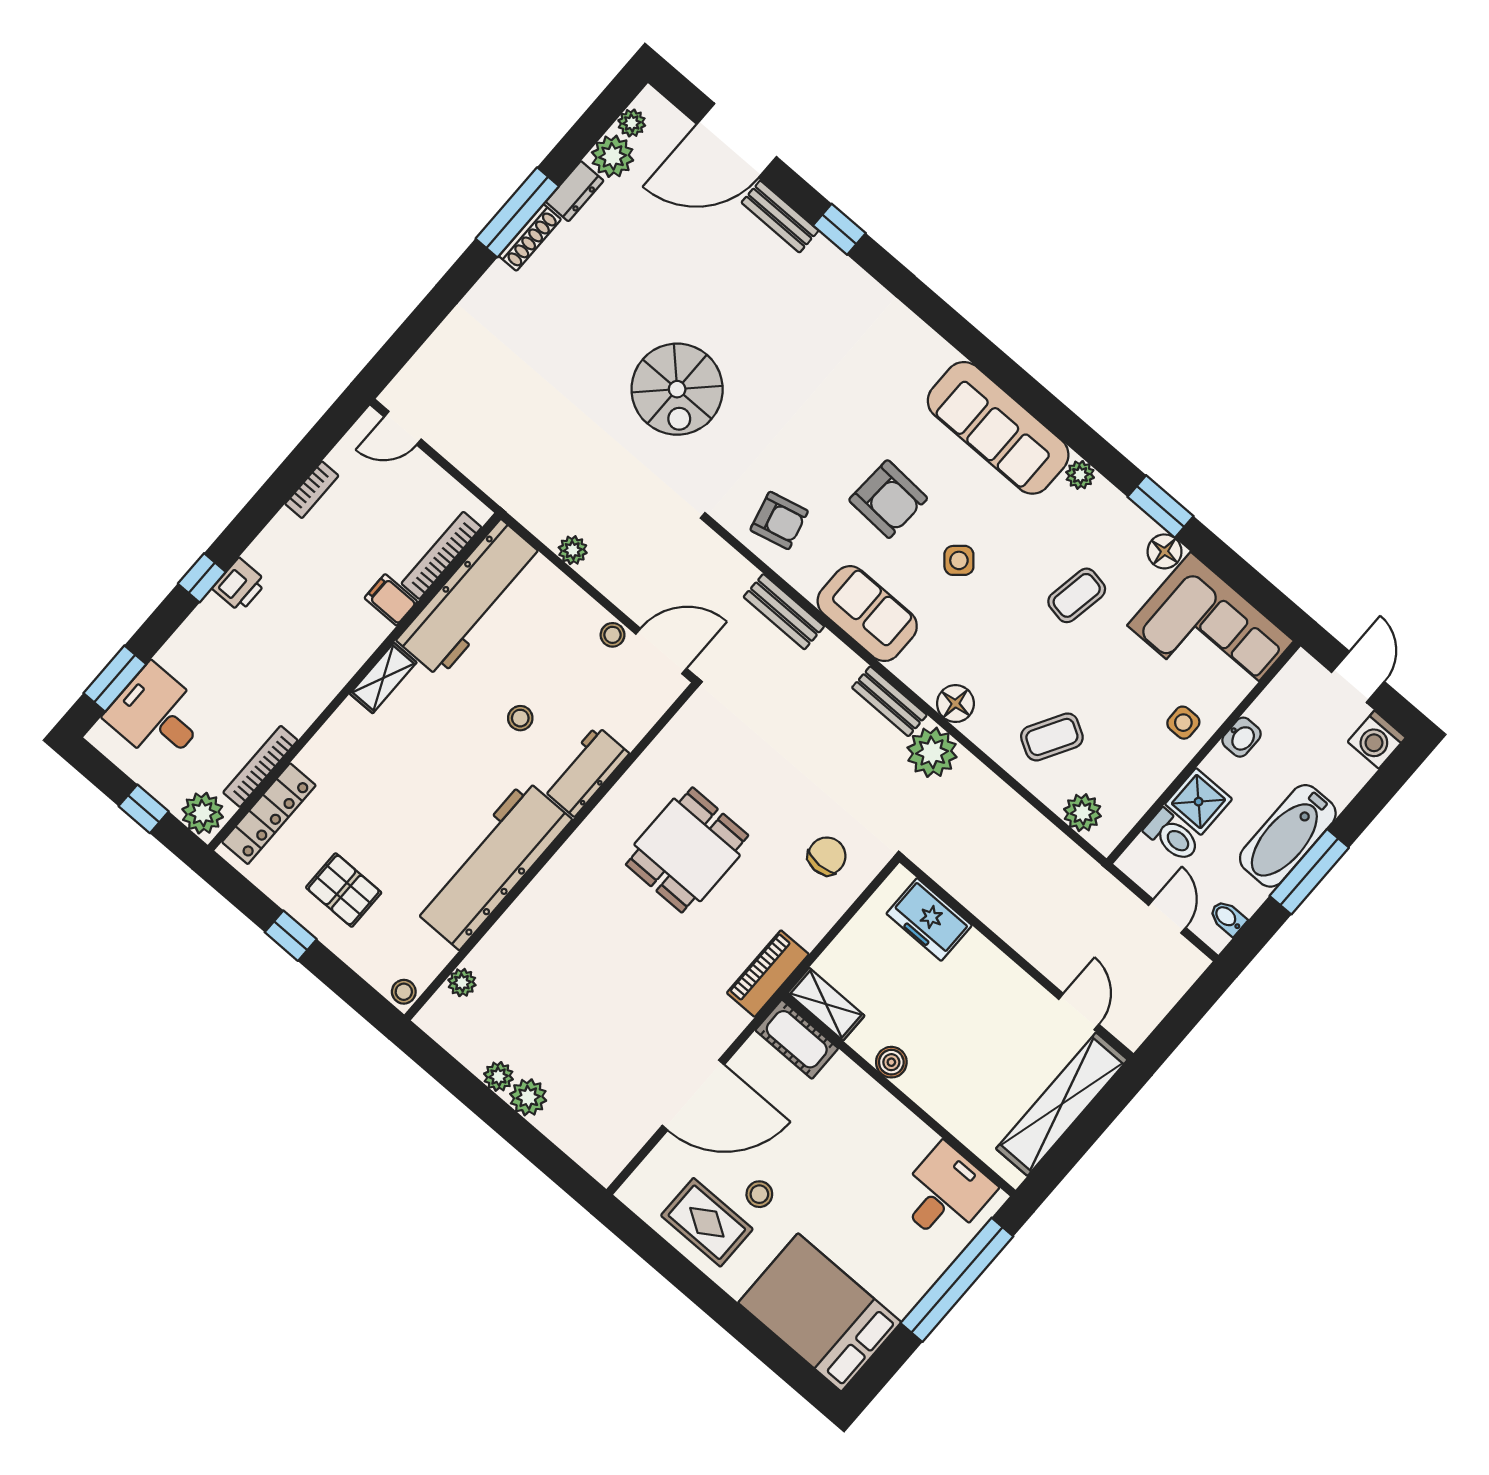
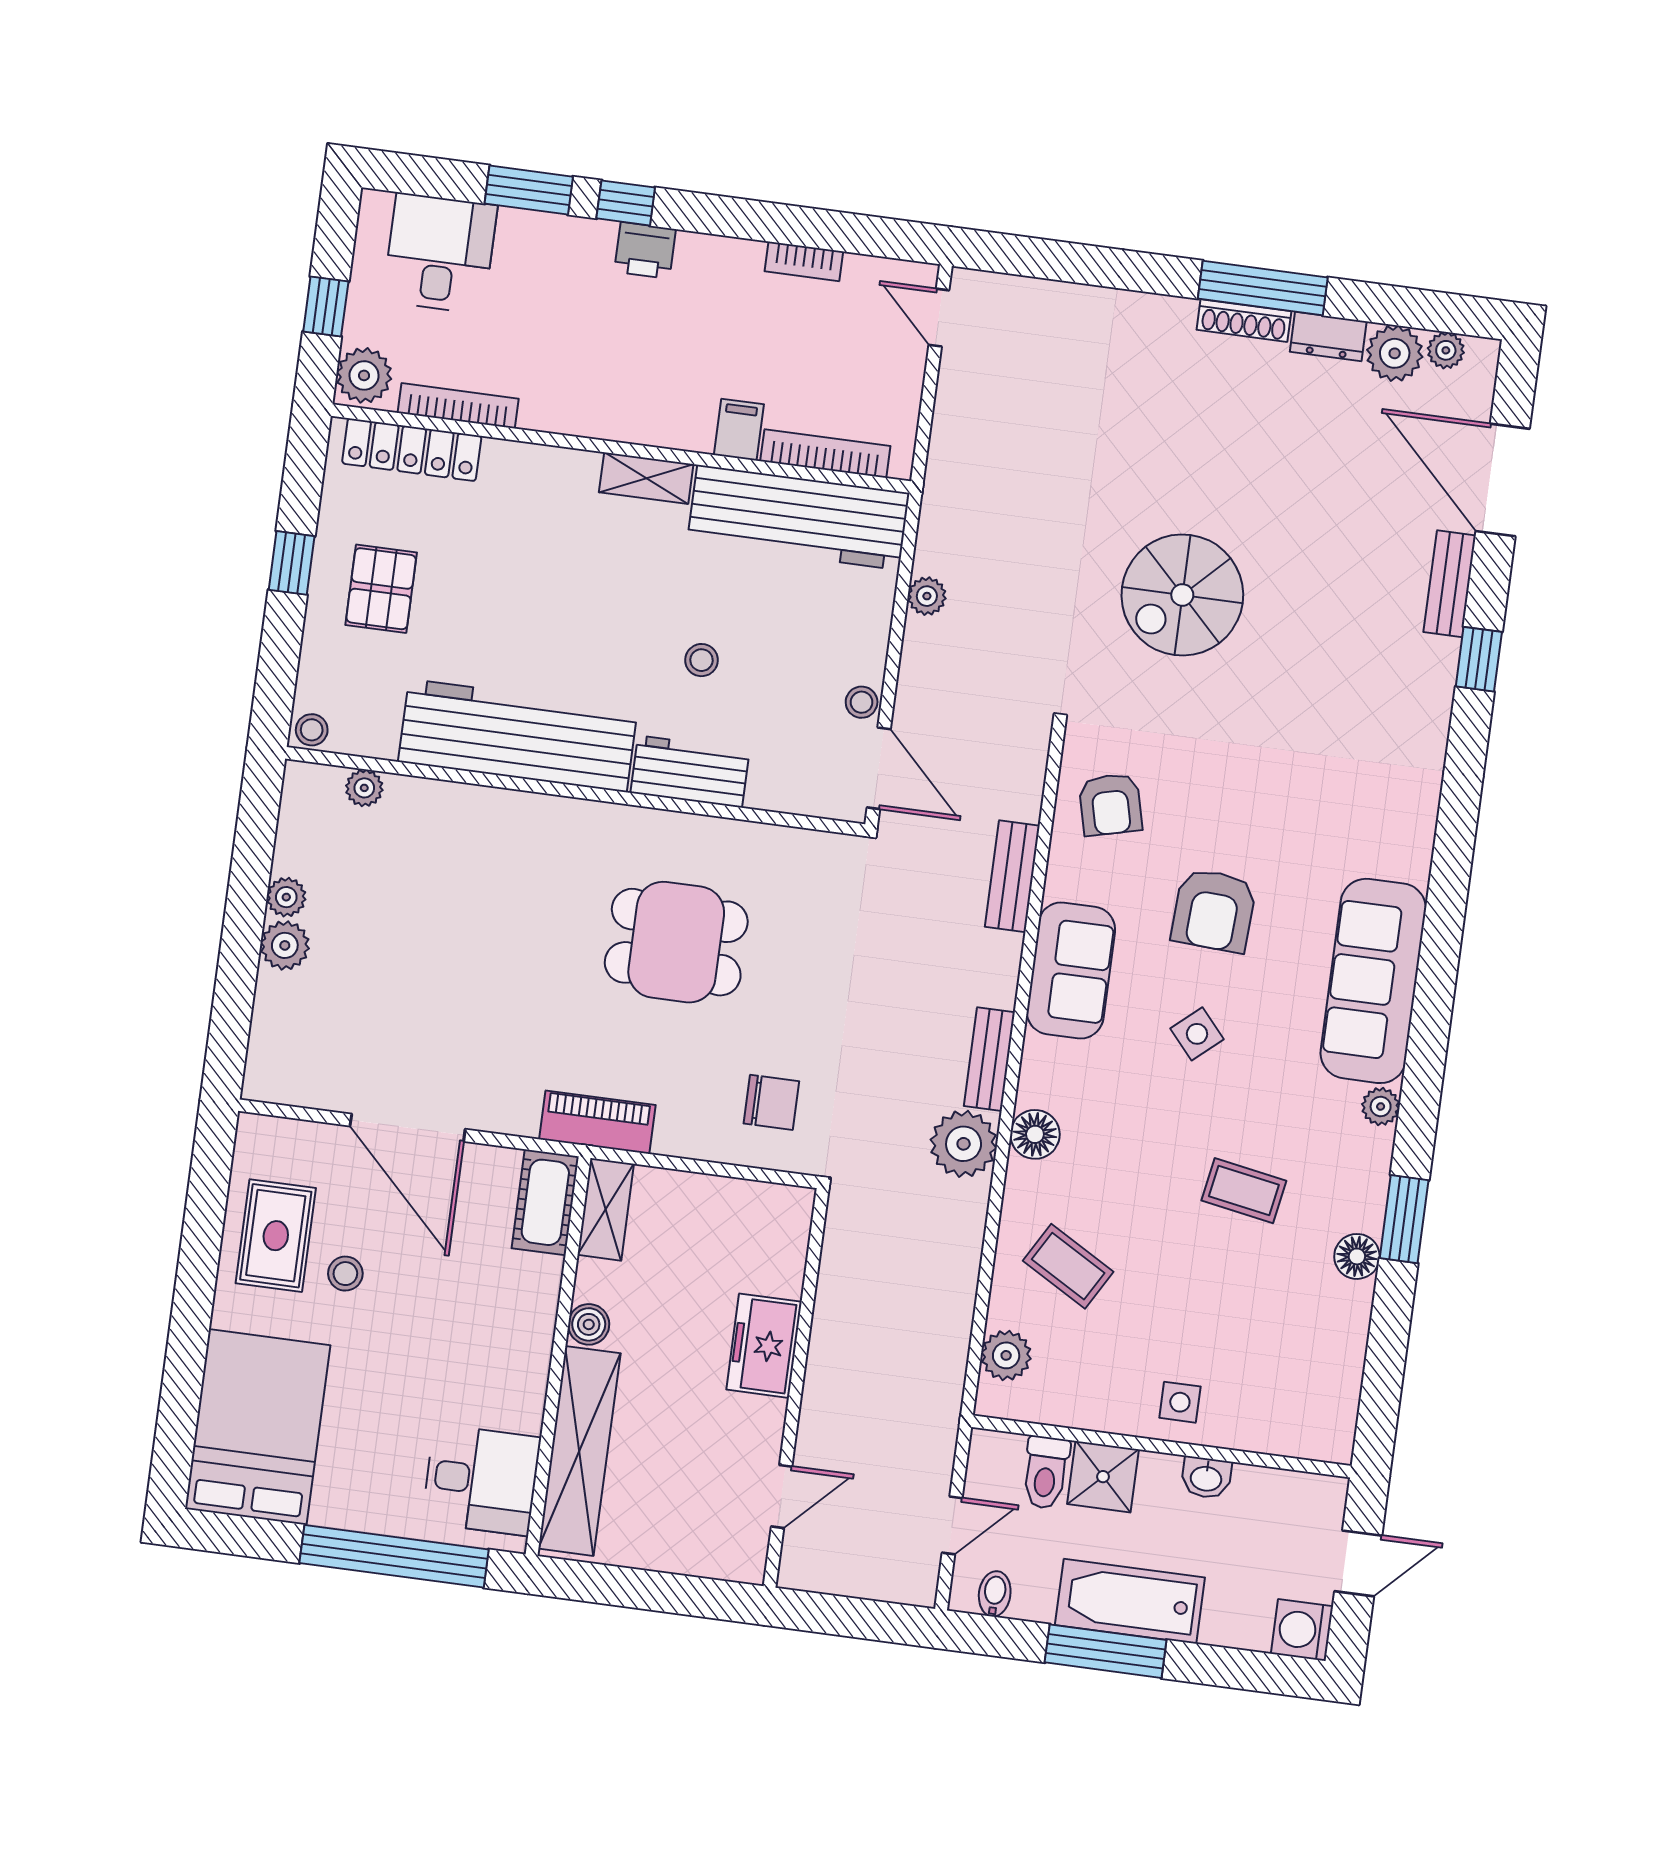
corner sofa: (1211, 633) -> (1299, 1367), removed
window: (115, 679) -> (529, 190), moved
freezer: (929, 919) -> (764, 1346), moved
shelving: (1062, 1104) -> (579, 1451), moved, turned 90

